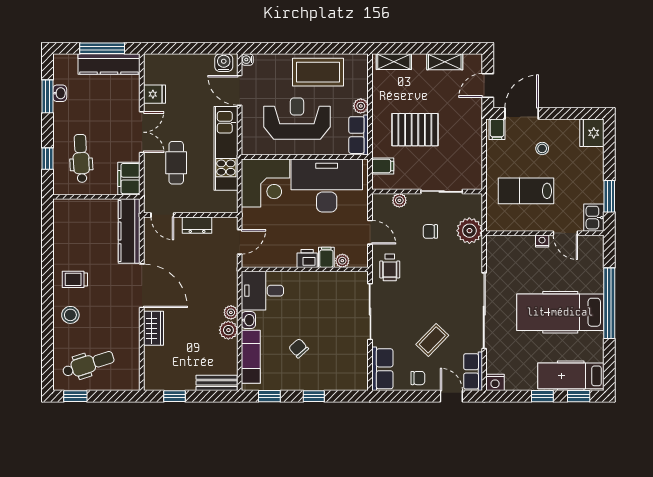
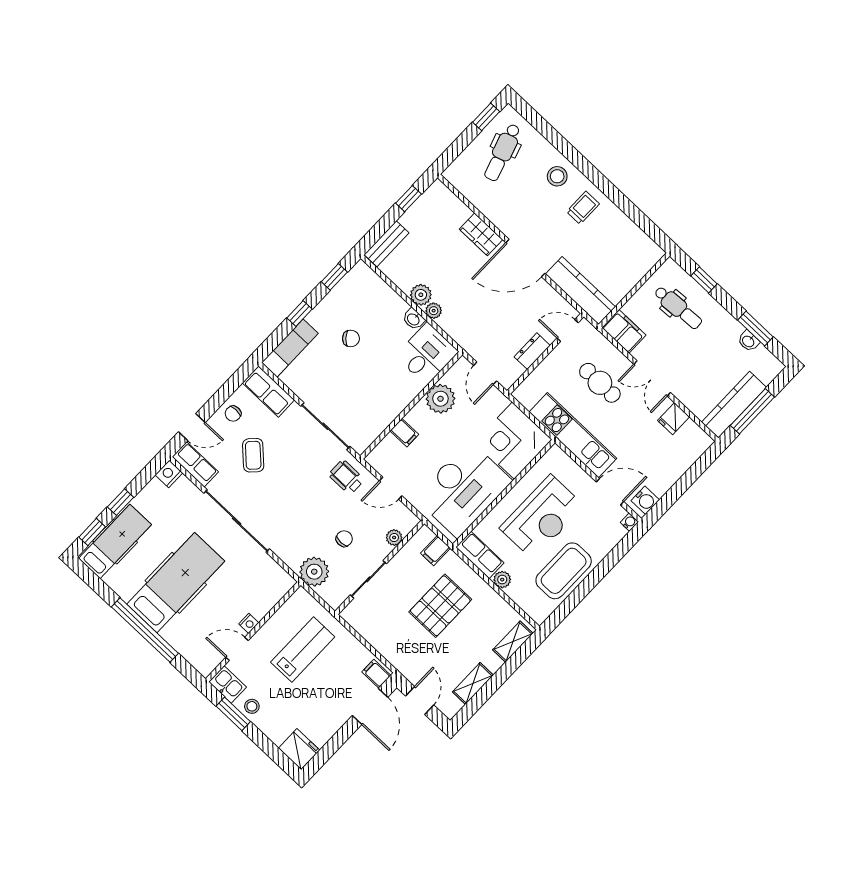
stool: (542, 148) -> (252, 706), moved
printer: (307, 258) -> (418, 416), removed
plant: (342, 261) -> (440, 399), moved, width x1.87, depth x1.87
exam couch: (251, 357) -> (290, 348), moved, turned -90

